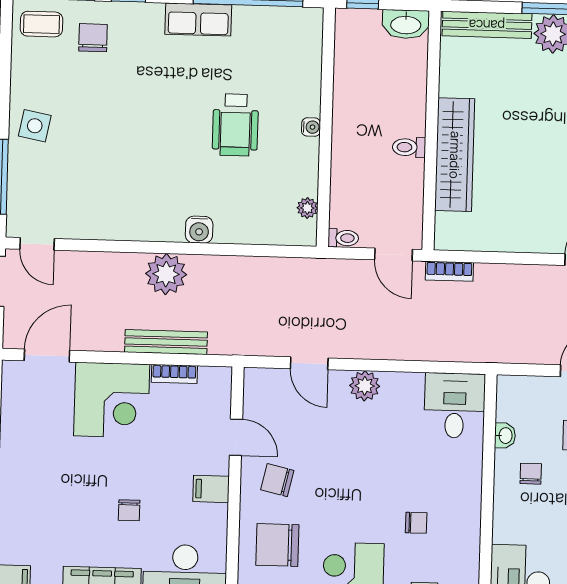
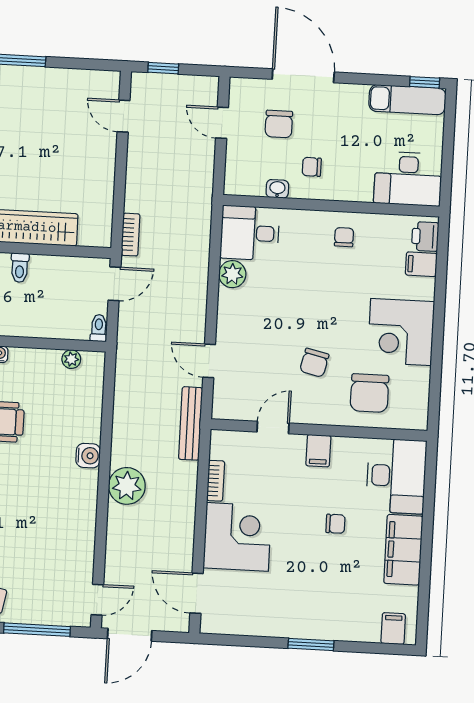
bench: (166, 342) -> (191, 423), moved
door: (309, 363) -> (209, 361), swing flipped
plant: (365, 386) -> (232, 274), moved
chair: (277, 480) -> (314, 363), moved
chair: (416, 523) -> (344, 237), moved

